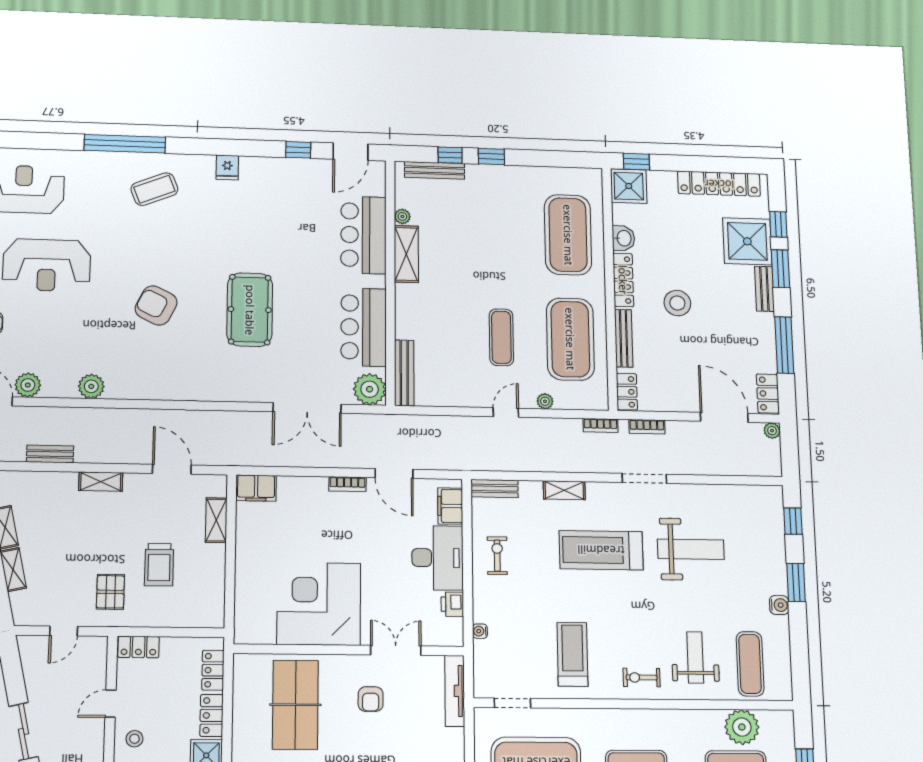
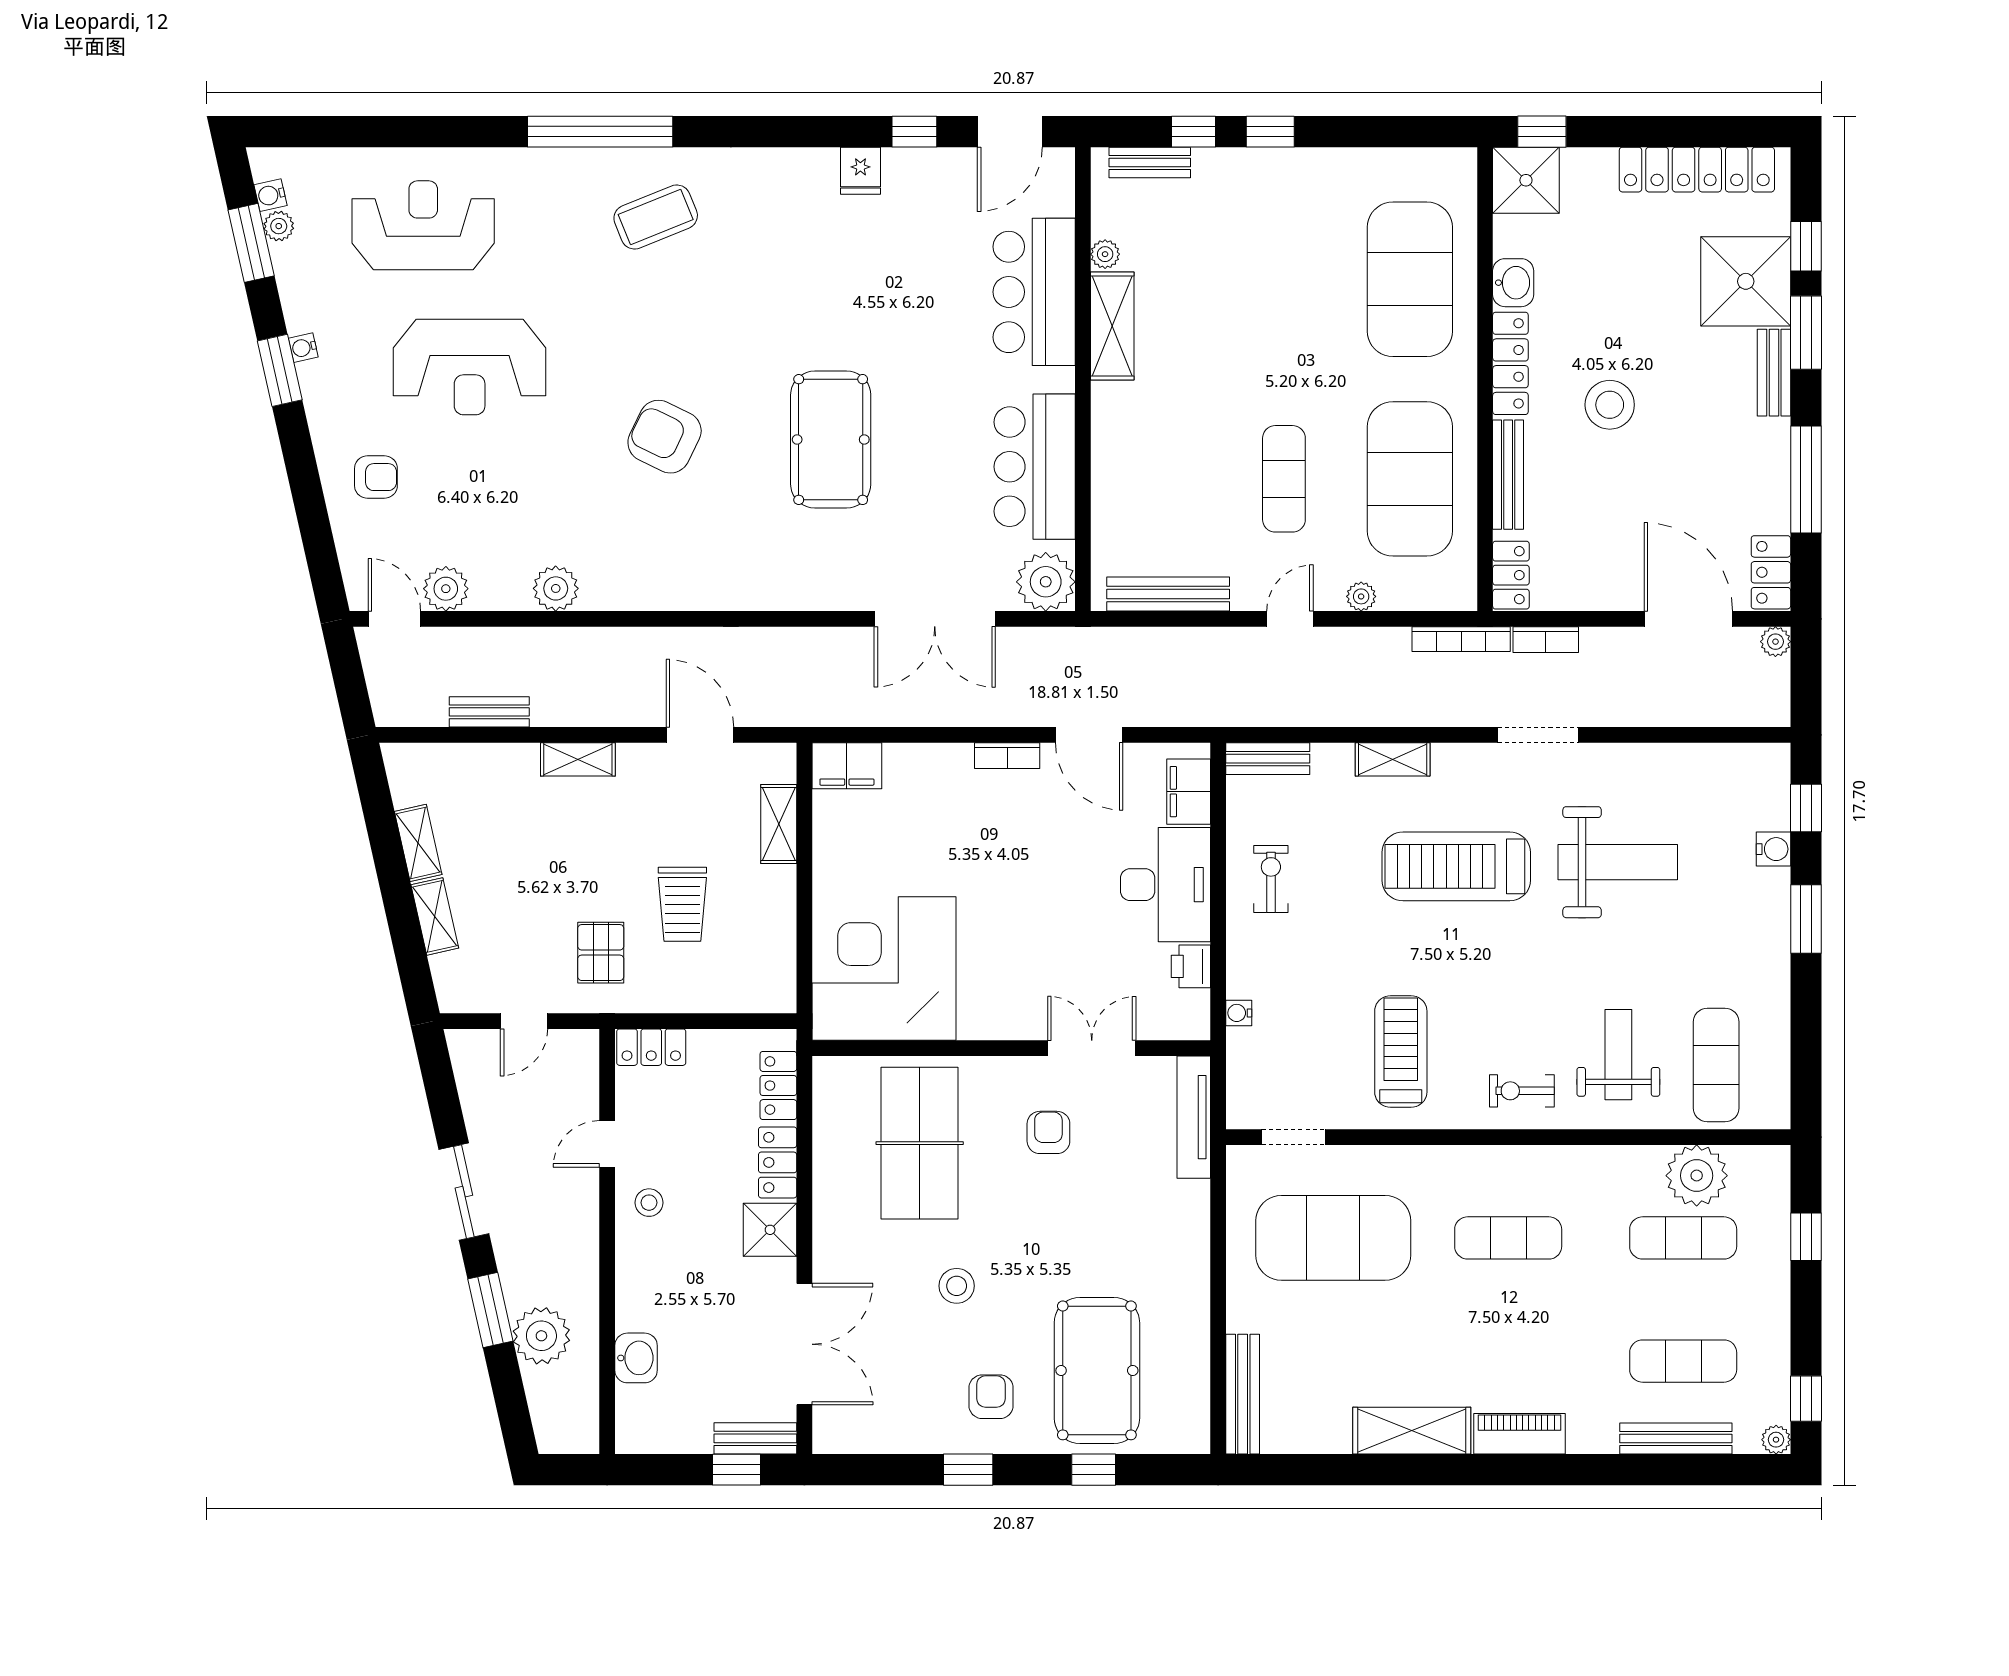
fridge: (227, 168) -> (860, 171), moved
bench: (435, 170) -> (1150, 163), width x0.73
bench: (404, 373) -> (1168, 594), moved, turned 90
bookcase: (600, 426) -> (1461, 639), width x1.56
corner desk: (319, 604) -> (884, 969), moved
water cooler: (779, 605) -> (1773, 849), moved
armchair: (371, 699) -> (1048, 1132), turned 180

